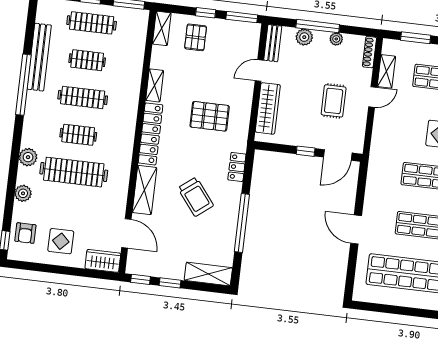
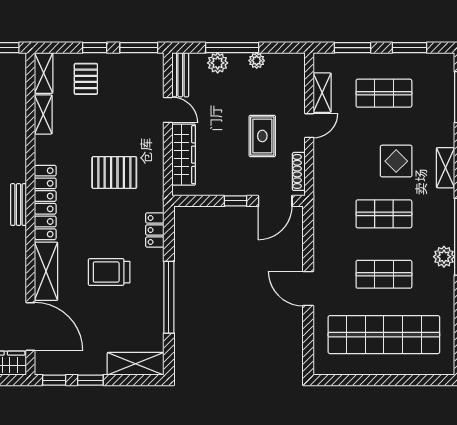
shoe rack: (369, 52) -> (299, 171), moved
door: (259, 71) -> (168, 110), swing flipped
shelving: (155, 85) -> (43, 114), moved
bench: (129, 133) -> (19, 205), added
trolley: (196, 197) -> (109, 272), turned 128
door: (126, 233) -> (30, 327), width x1.36

